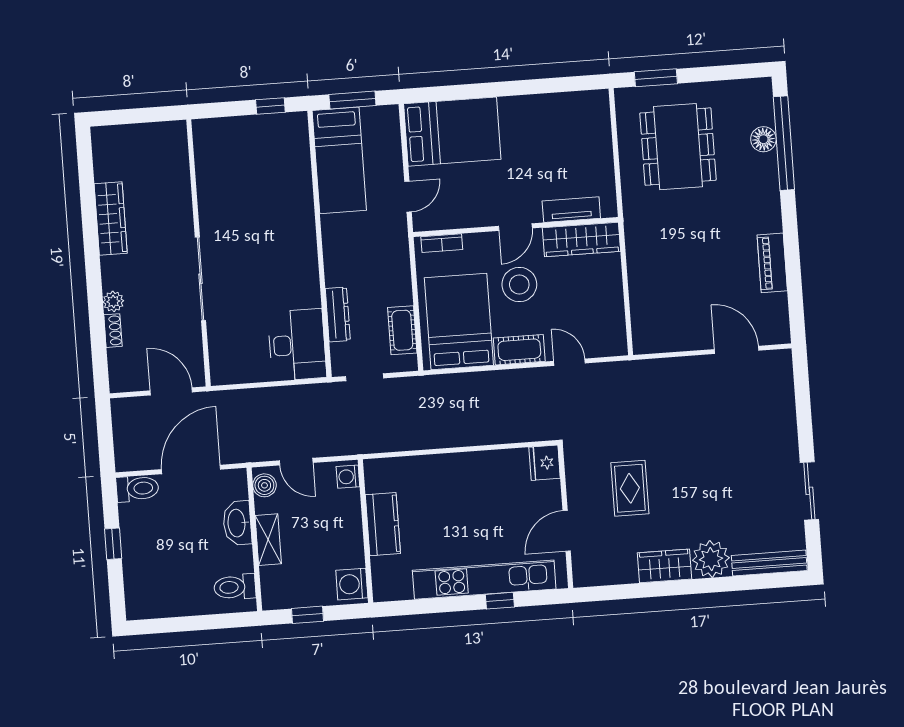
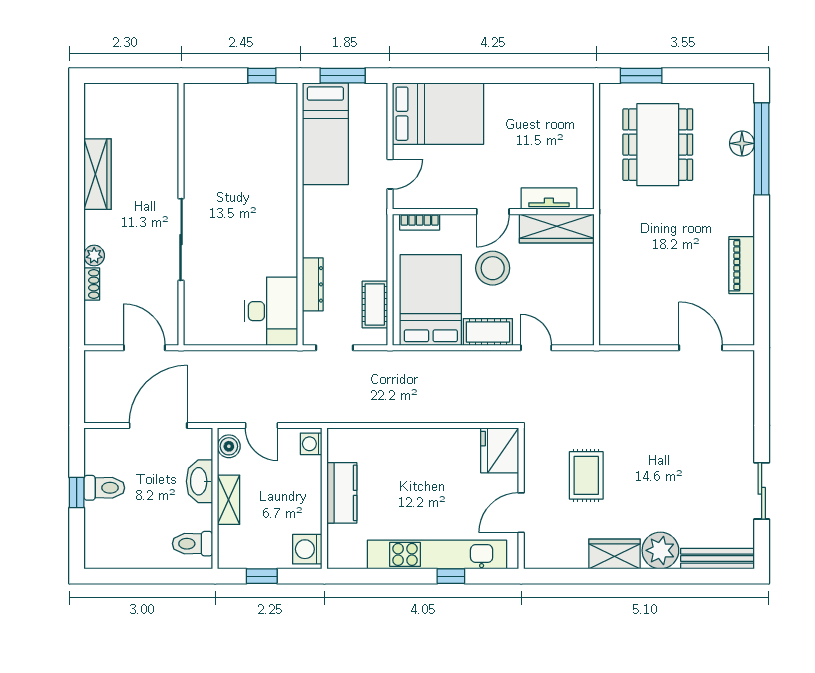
fridge: (545, 463) -> (500, 450), width x1.36, depth x1.34
toilet: (137, 489) -> (104, 488), moved

